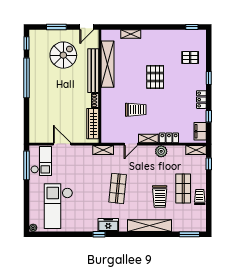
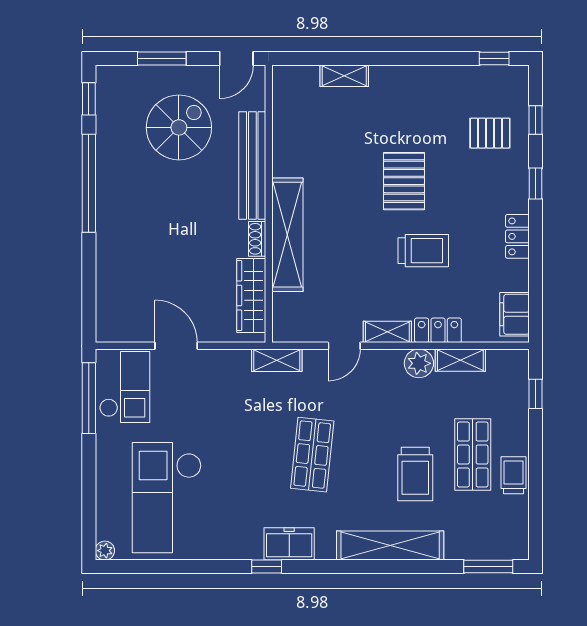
shelving: (108, 64) -> (287, 235), moved
trolley: (136, 110) -> (423, 251), moved
window: (209, 116) -> (536, 120), moved
shelving: (196, 150) -> (460, 360), moved

